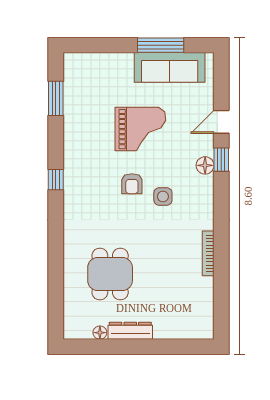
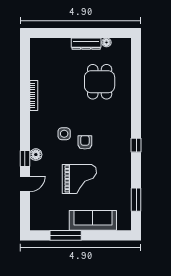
sofa: (170, 67) -> (93, 220), moved
grand piano: (140, 129) -> (79, 179), turned 180

